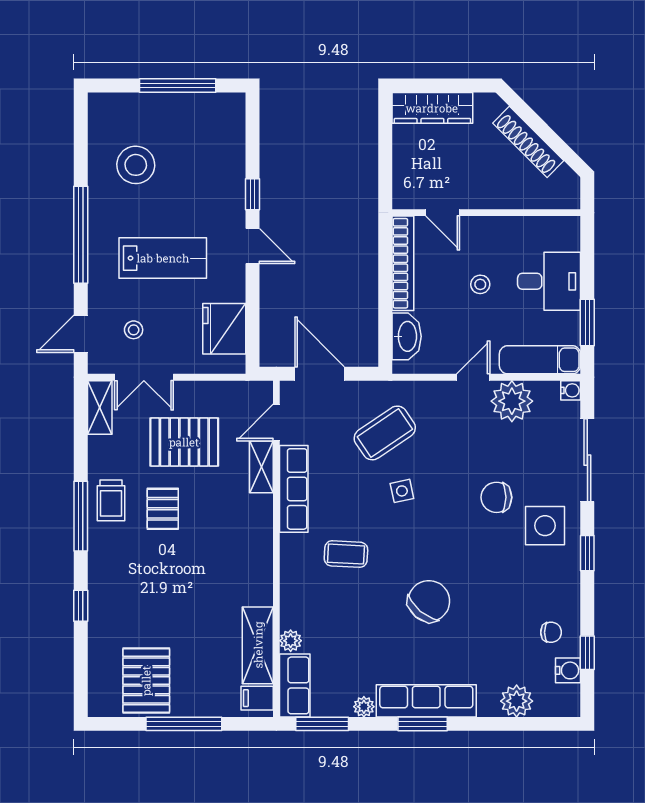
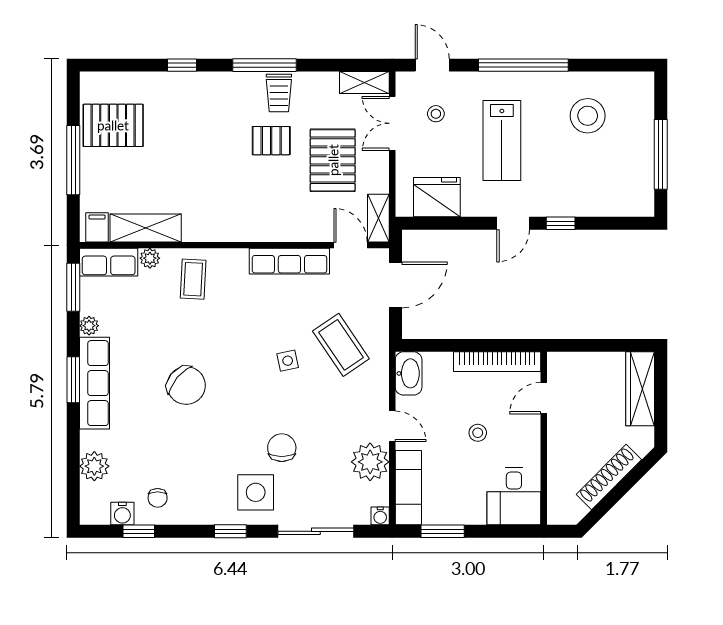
desk: (549, 281) -> (514, 496), moved
washbasin: (407, 336) -> (409, 373), moved, turned -90
shelving: (261, 467) -> (378, 218), moved, turned 90
trolley: (111, 500) -> (279, 93), turned -90
coffee table: (346, 554) -> (193, 279), moved

